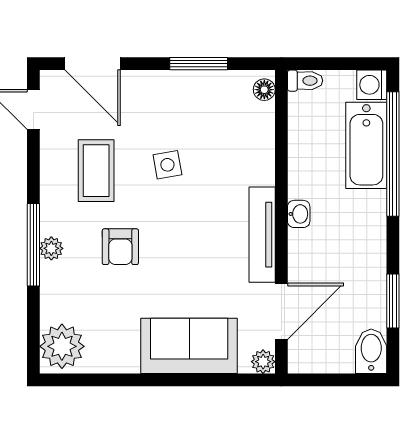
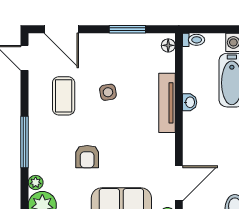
washbasin: (299, 214) -> (190, 102), moved
tv unit: (262, 235) -> (167, 103), moved
armchair: (120, 247) -> (87, 157), moved
plant: (51, 248) -> (36, 182), moved

